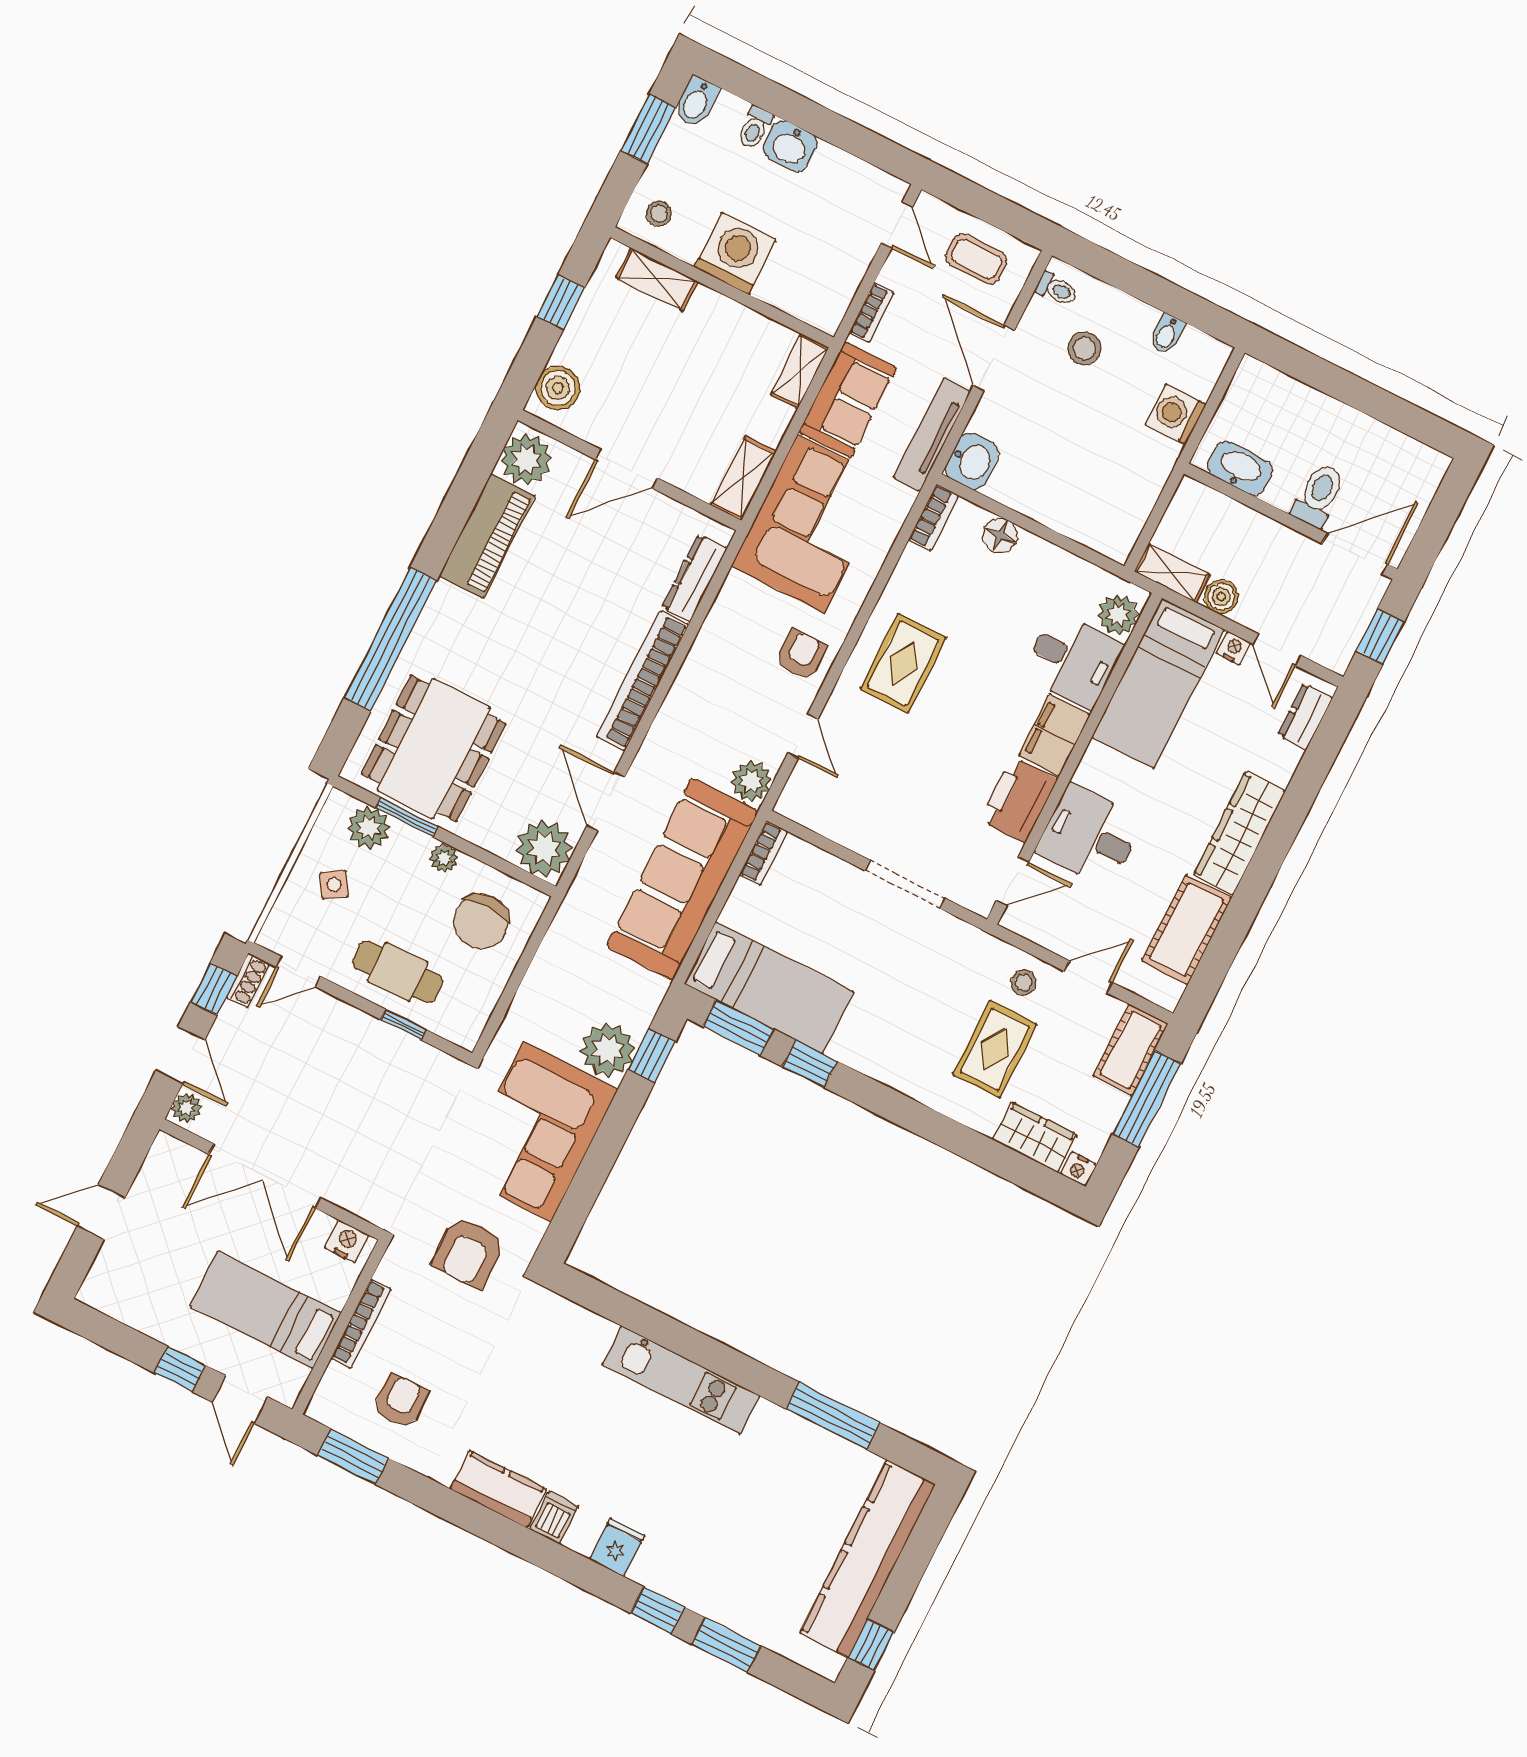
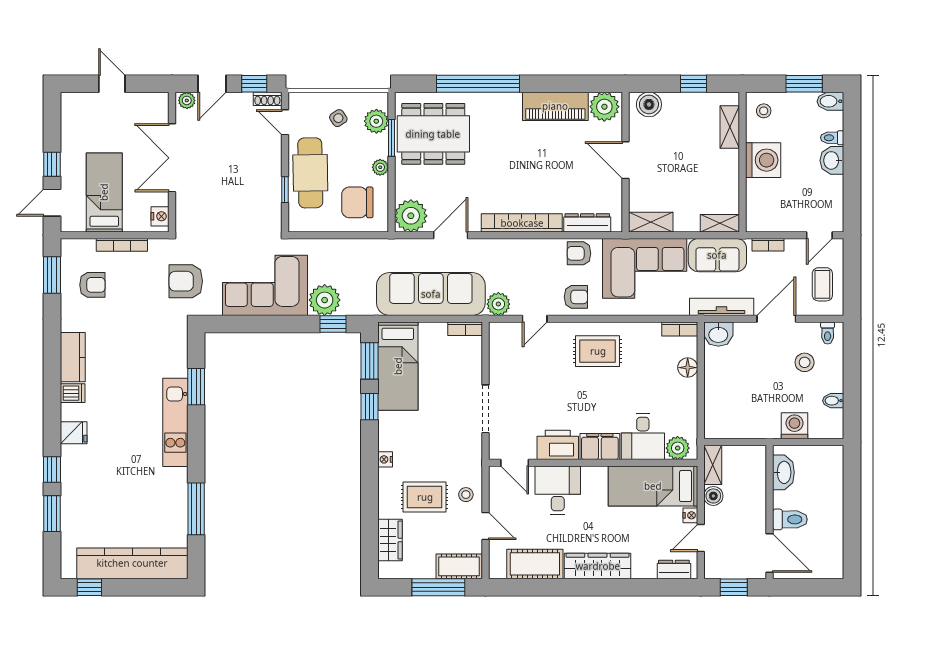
armchair: (736, 615) -> (579, 253), added
cafe table: (398, 972) -> (310, 173), width x1.37, depth x1.35
nightstand: (1078, 1169) -> (385, 459), moved
window: (642, 1319) -> (196, 387), added

